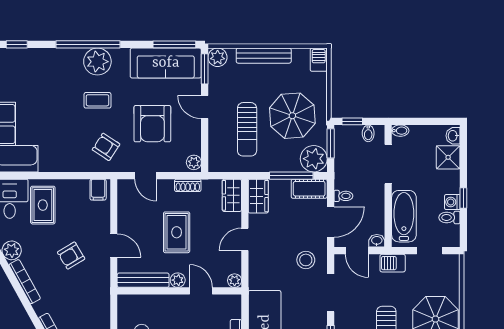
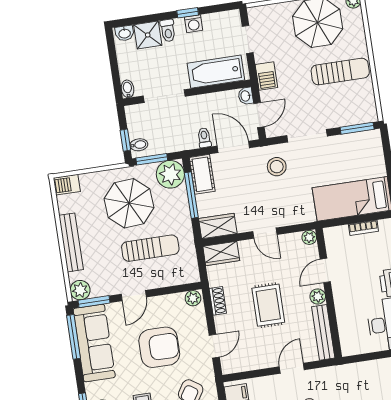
bidet: (368, 133) -> (139, 145), moved
toilet: (449, 217) -> (168, 31), moved
rug: (177, 232) -> (268, 305), turned 90

